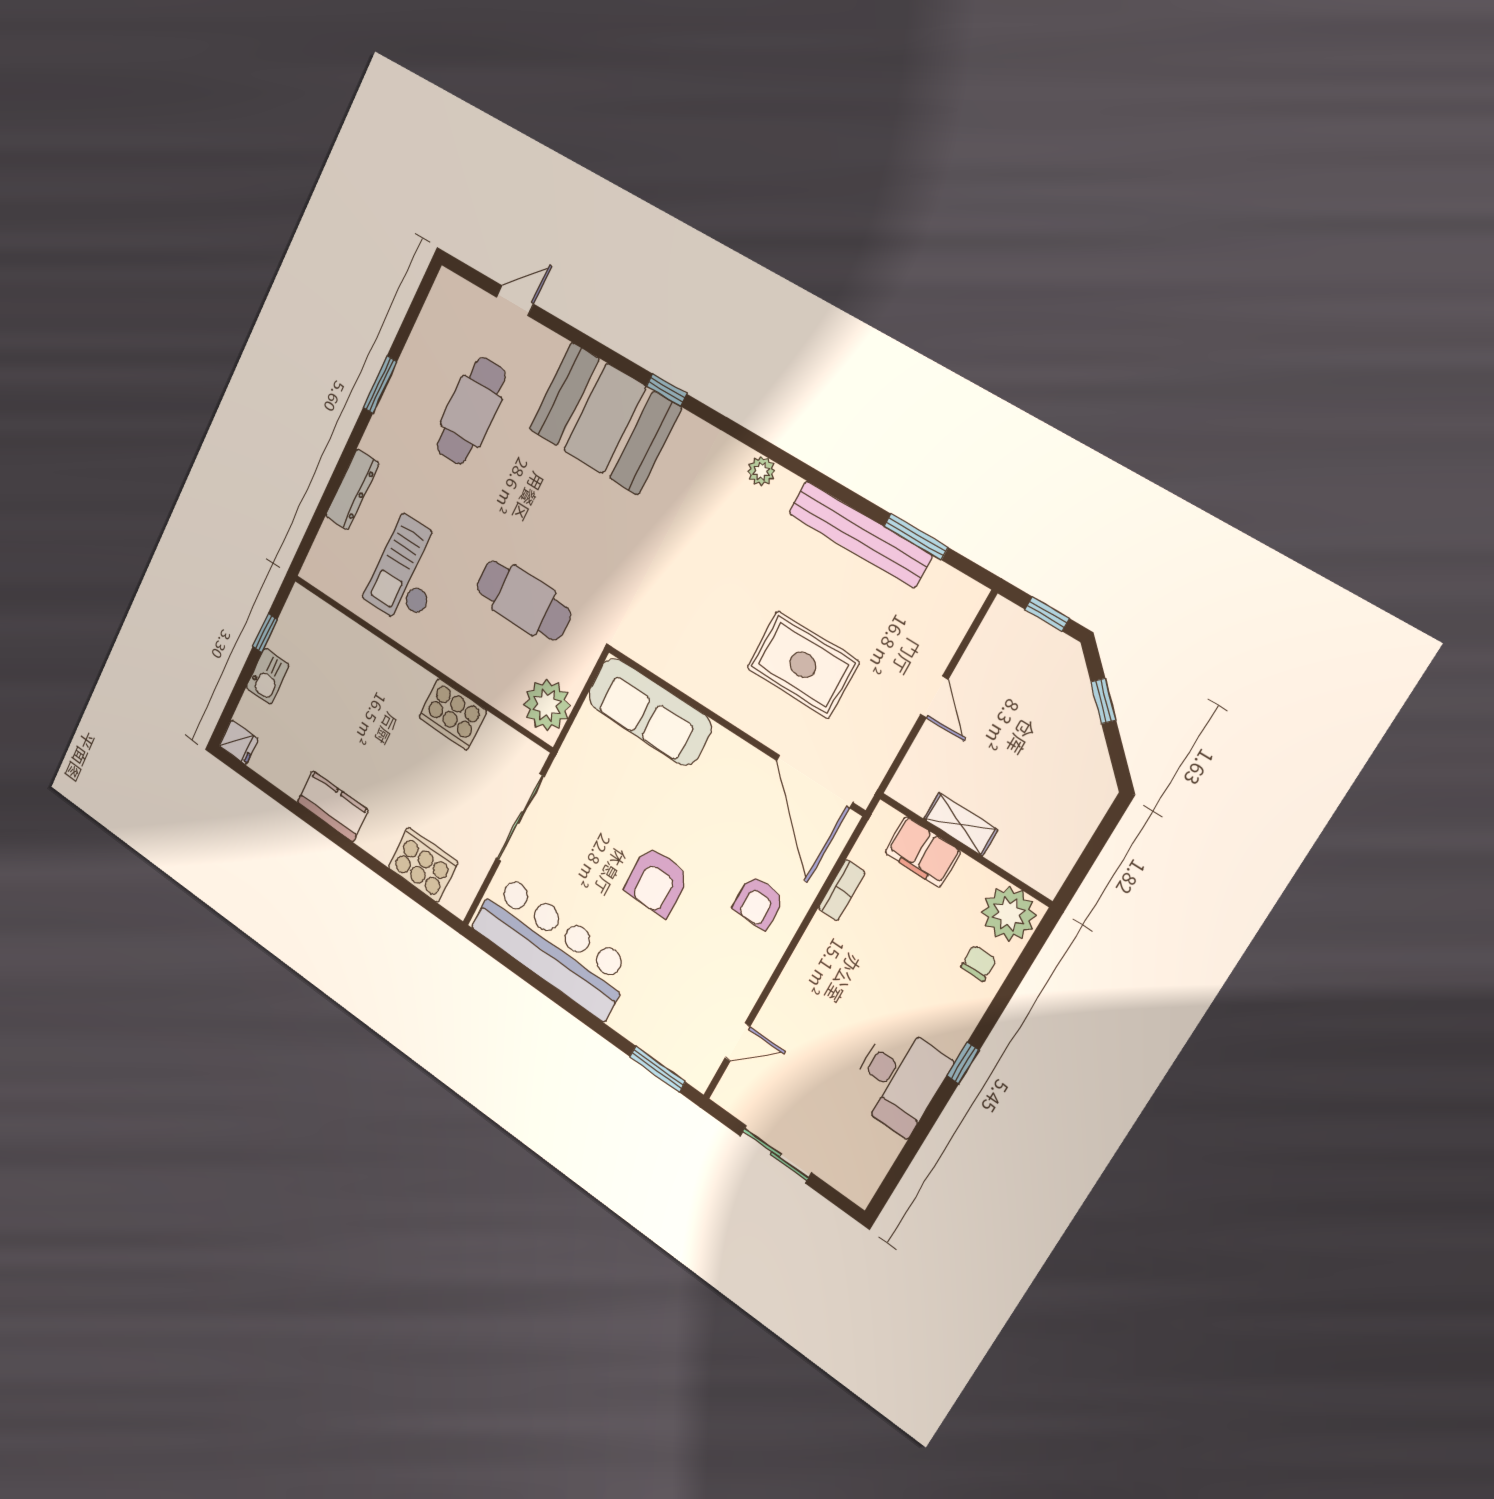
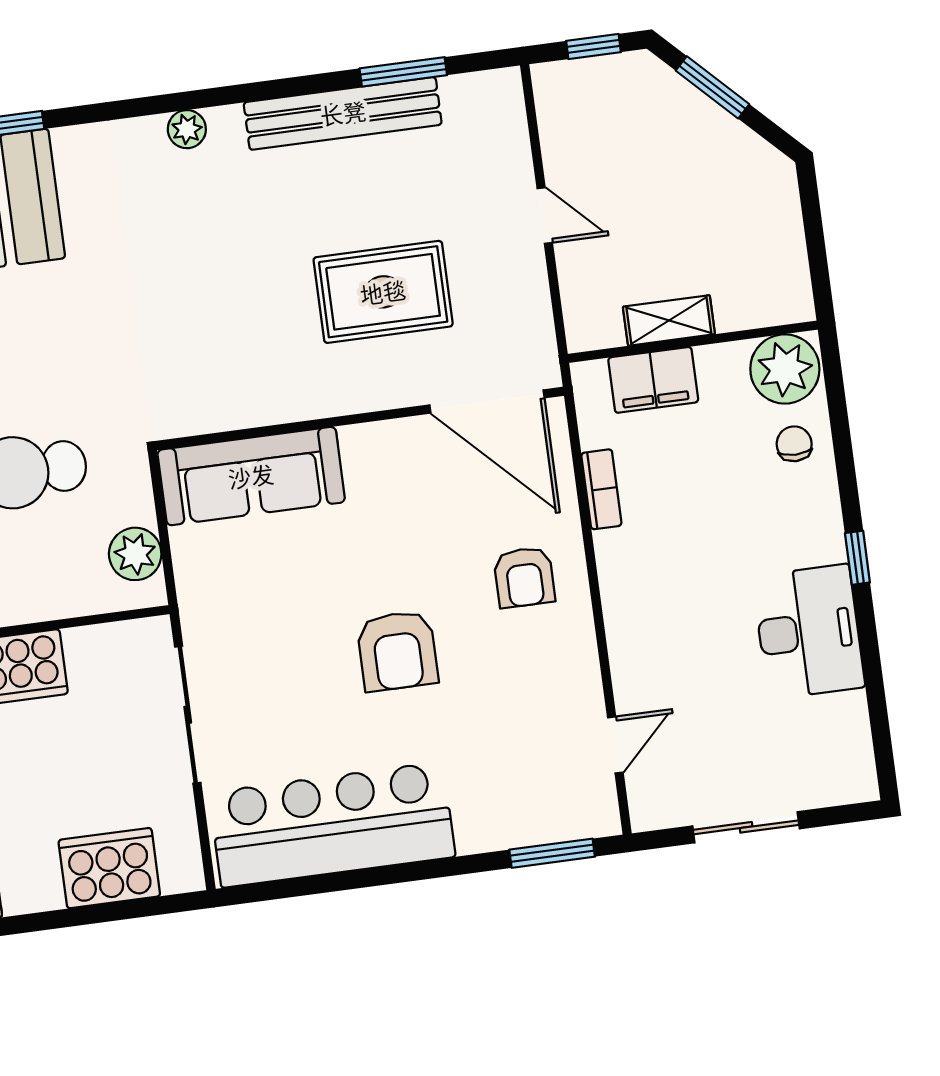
window: (1103, 701) -> (713, 87), width x1.50
plant: (547, 705) -> (135, 554), width x0.73, depth x0.73

